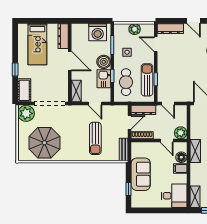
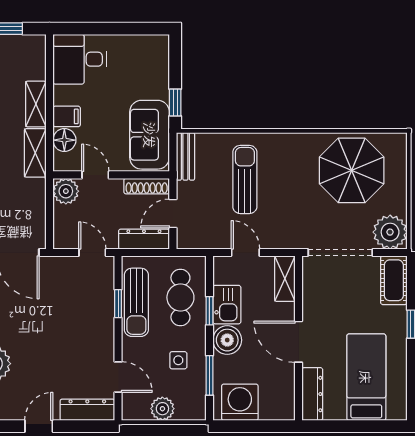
door: (194, 21) -> (39, 426), hinge flipped
sofa: (141, 174) -> (150, 135), moved
window: (129, 189) -> (175, 102), moved
shelving: (195, 197) -> (36, 104), moved

